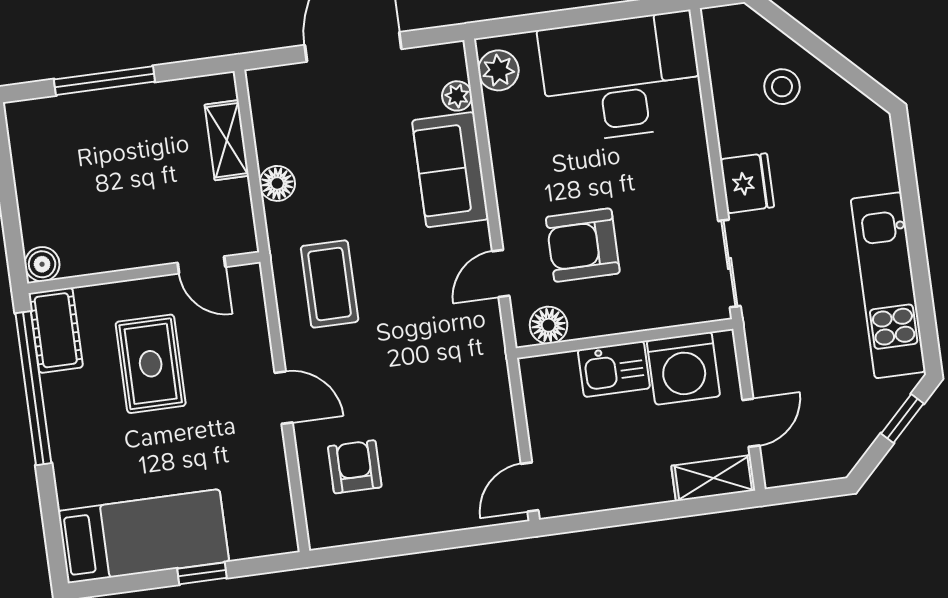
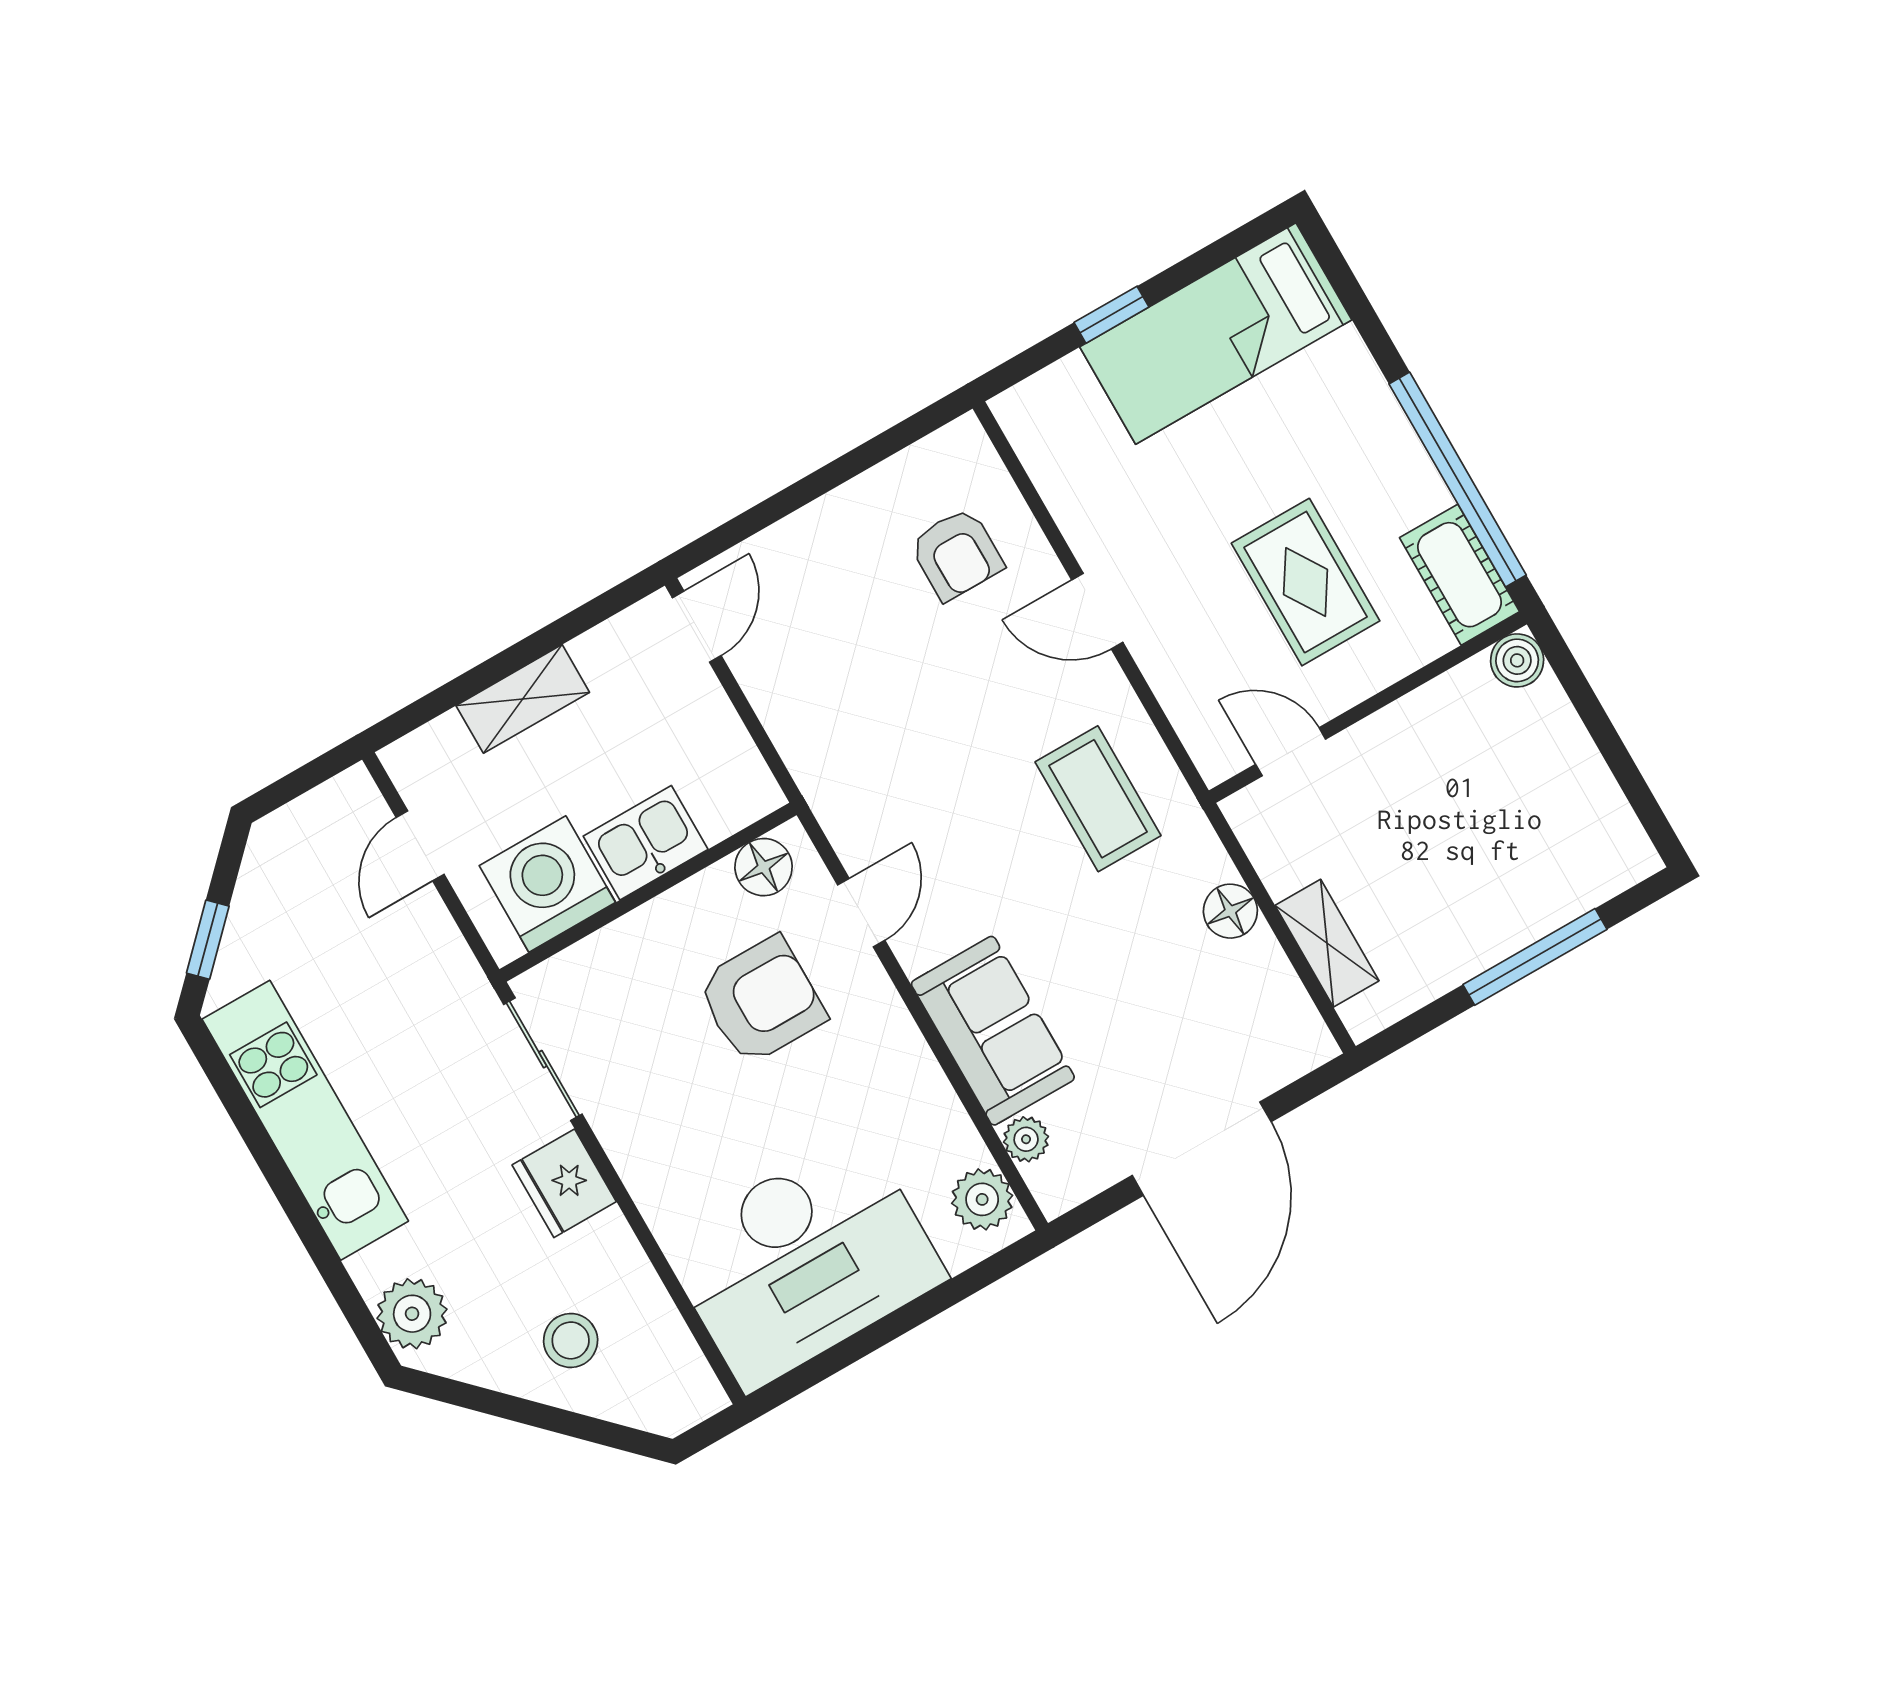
plant: (871, 142) -> (412, 1314), added
shelving: (713, 478) -> (523, 699), moved

